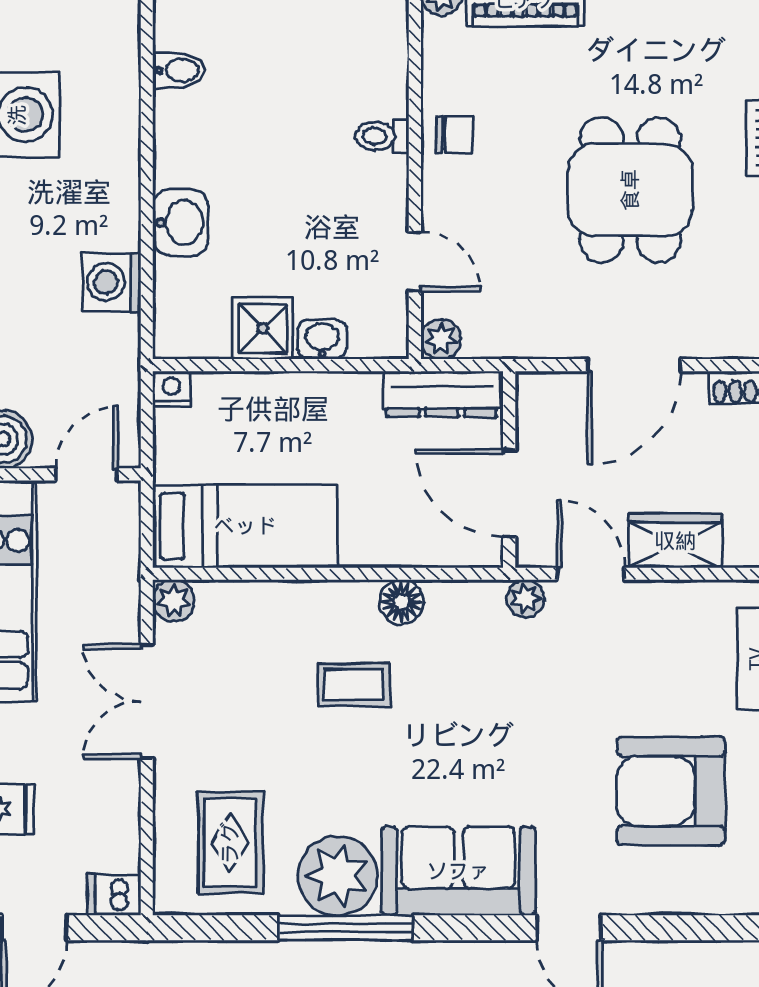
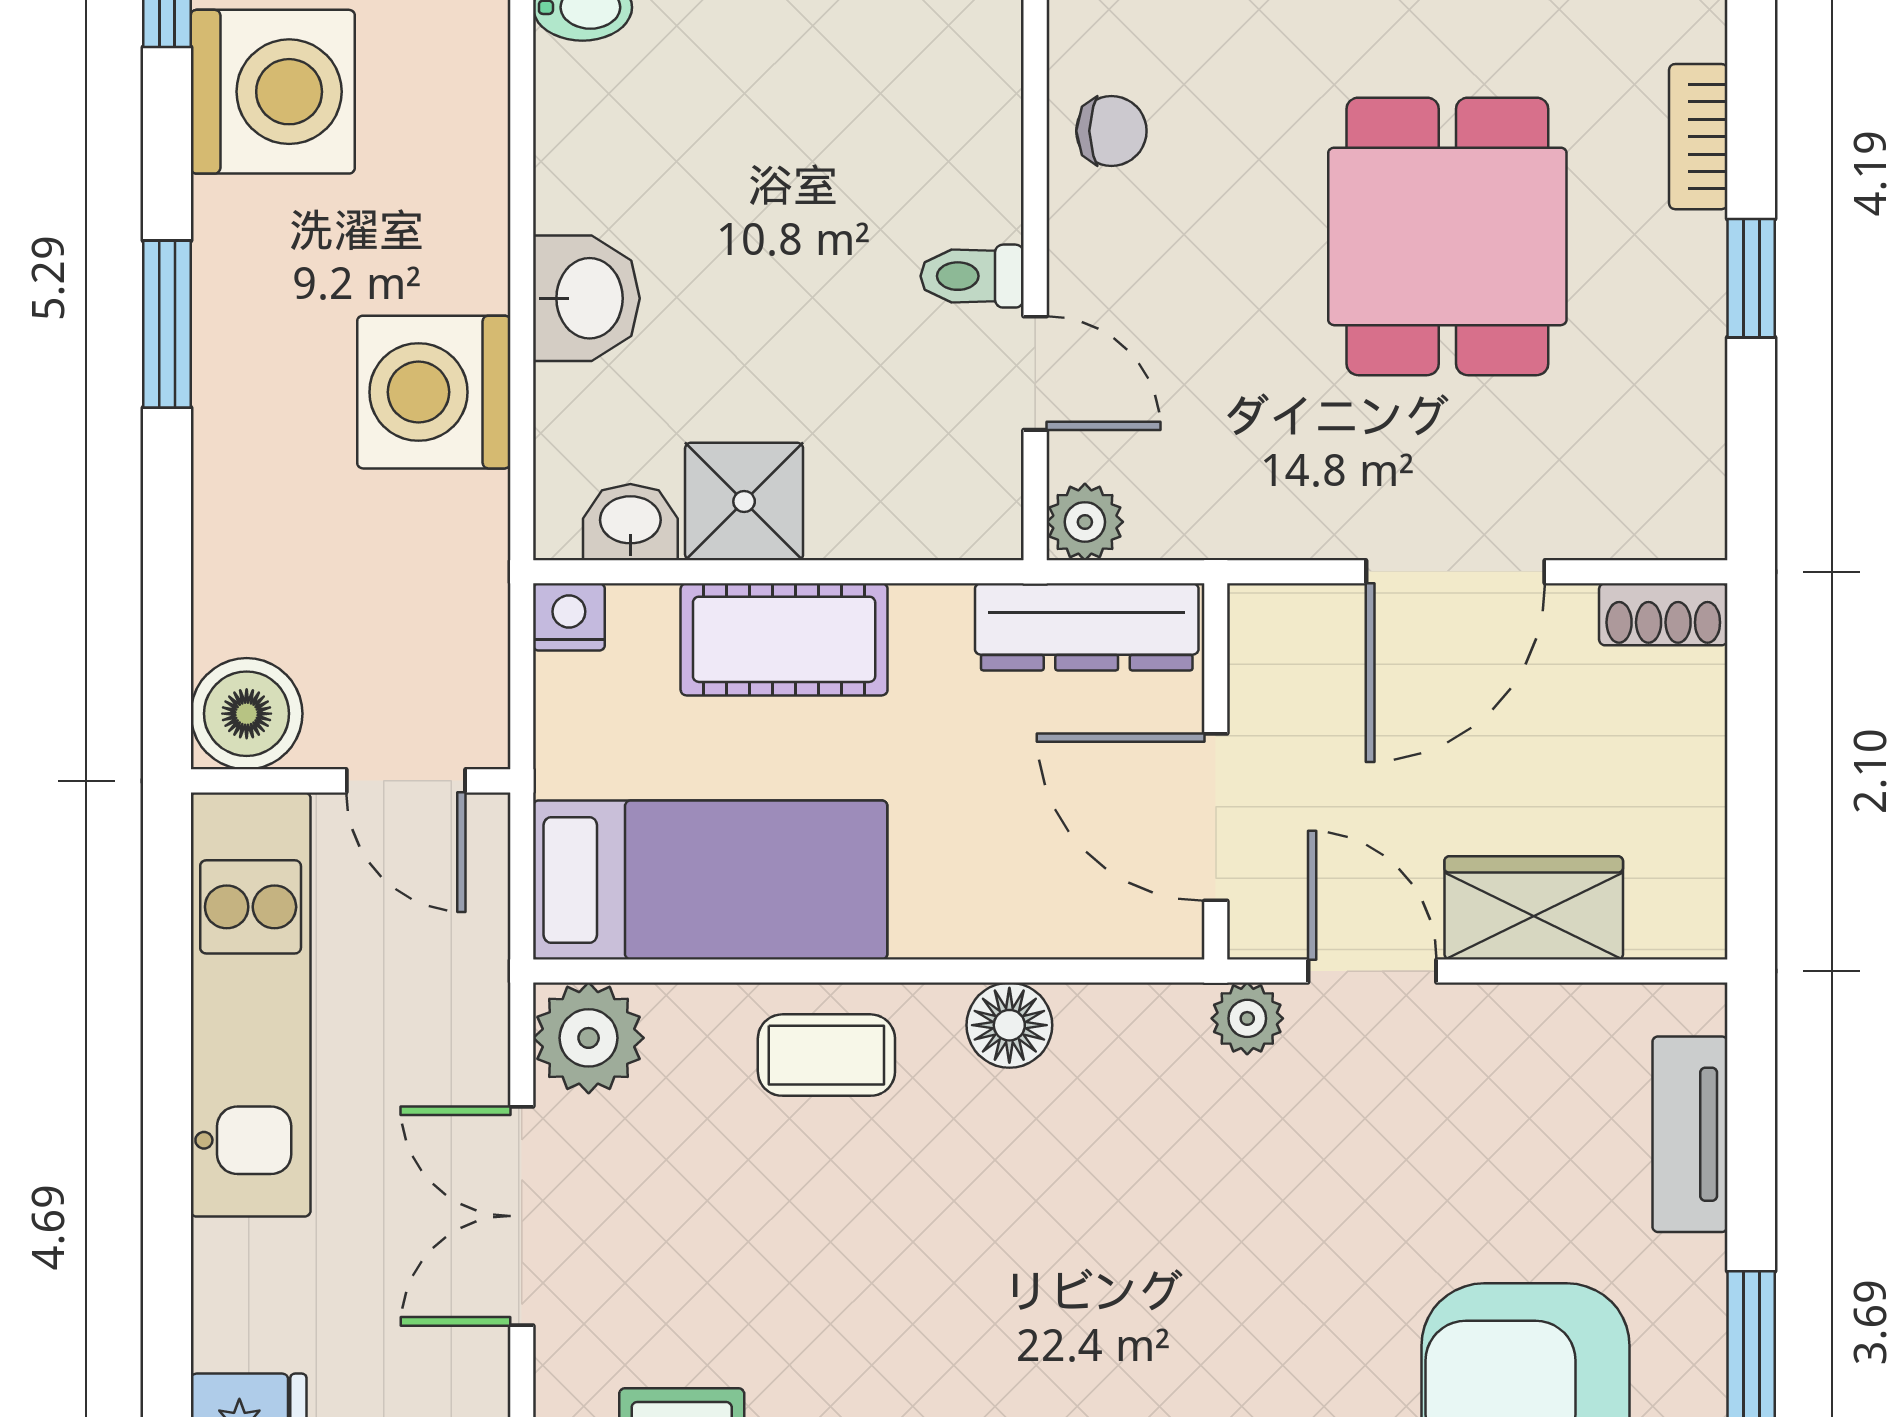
toilet: (382, 136) -> (972, 276), moved
washing machine: (112, 282) -> (434, 392), width x1.37, depth x1.37
washbasin: (322, 339) -> (630, 522), moved
cot: (284, 400) -> (784, 639), added
door: (86, 474) -> (406, 781), swing flipped
plant: (174, 601) -> (589, 1038), width x1.38, depth x1.38
coffee table: (354, 685) -> (826, 1055), moved

